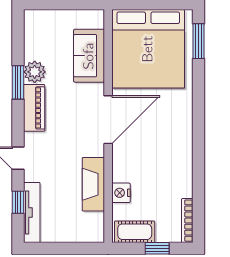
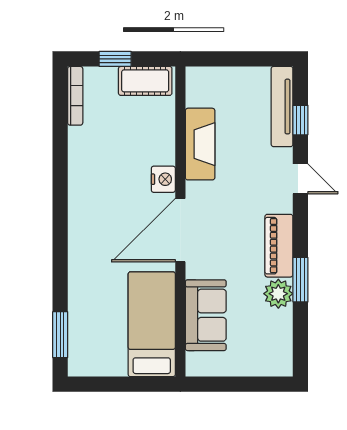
bed: (148, 49) -> (152, 324), width x0.49
nightstand: (121, 193) -> (163, 179), moved

